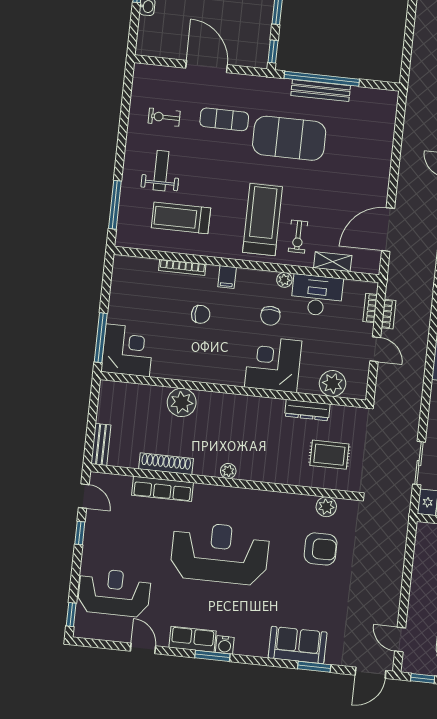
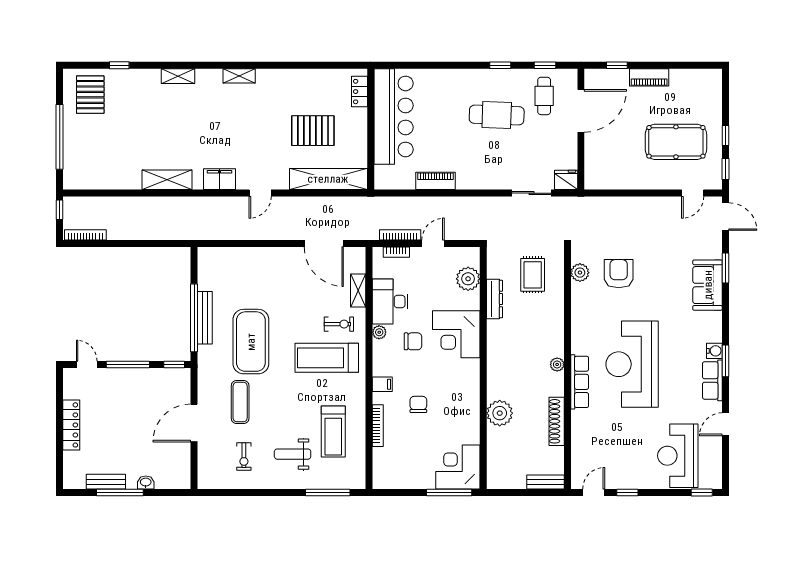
bookcase: (389, 314) -> (400, 235), width x1.56
row of seats: (162, 489) -> (580, 382), moved

